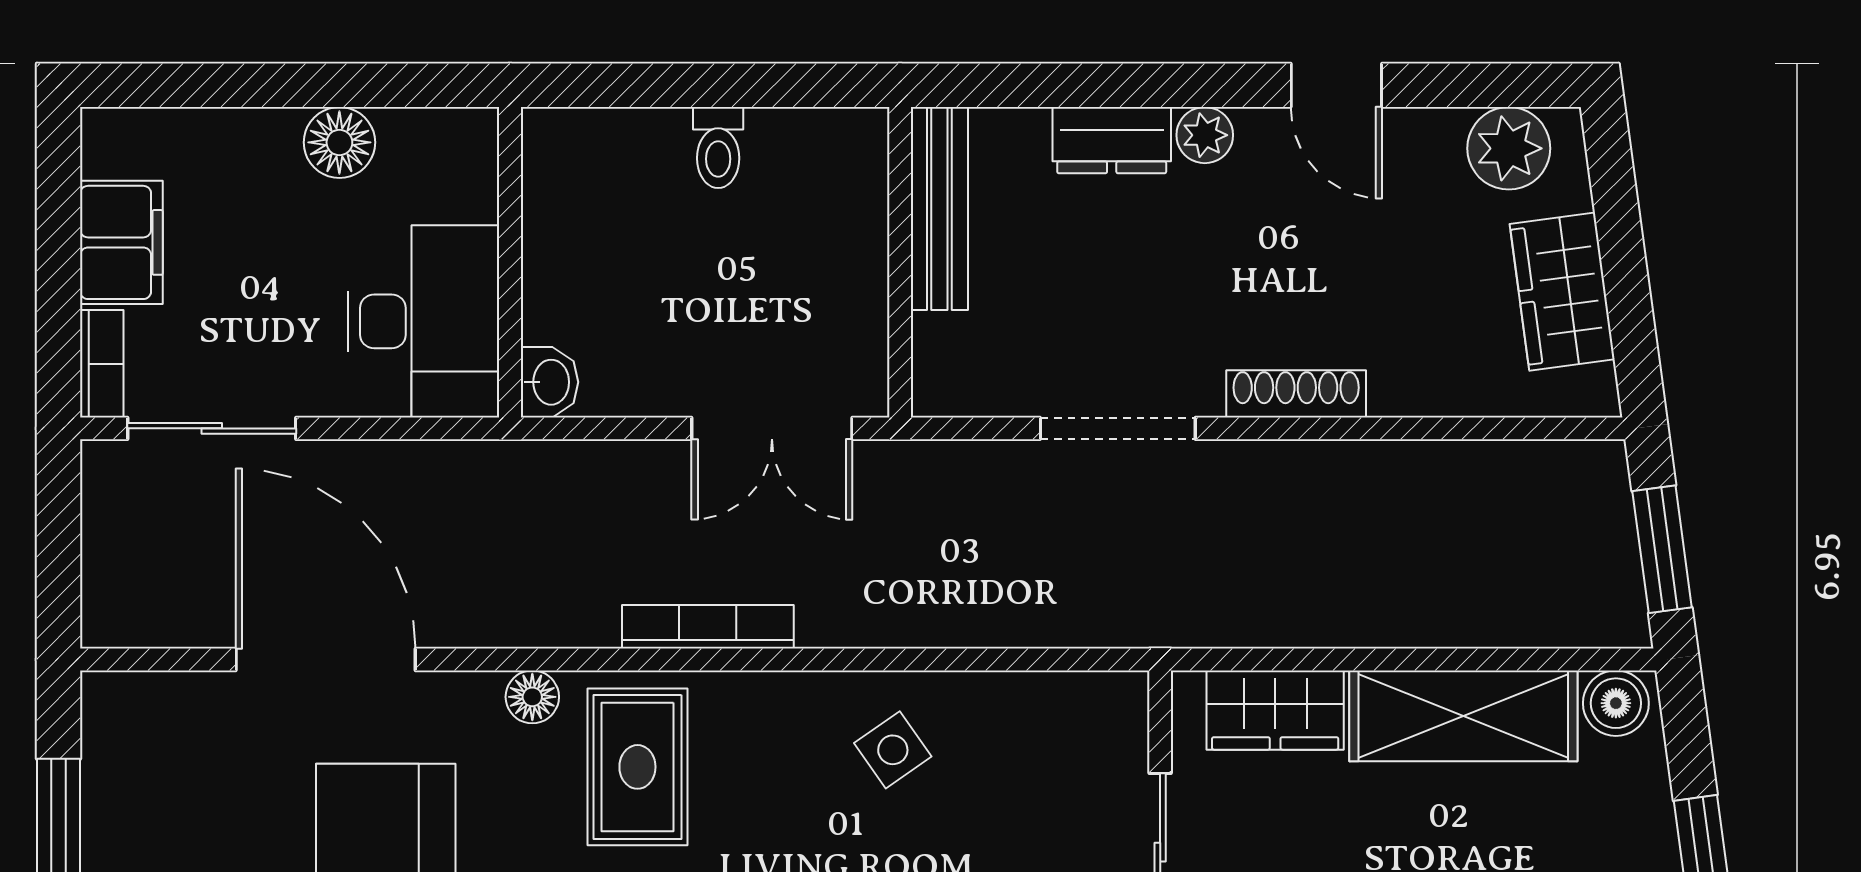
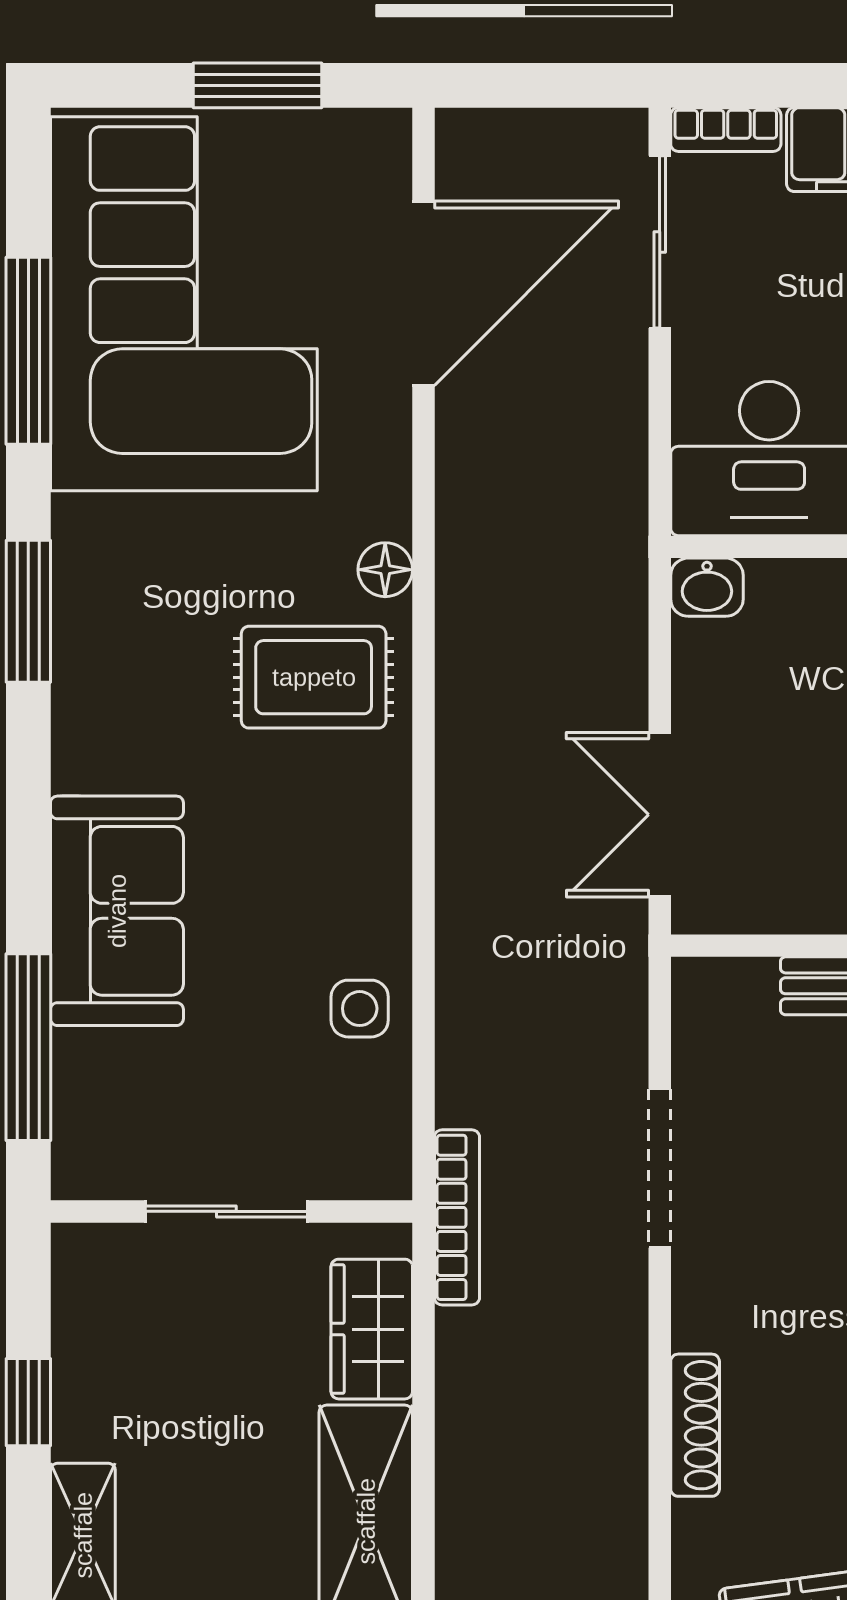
shoe rack: (1296, 394) -> (695, 1425), moved
bookcase: (708, 627) -> (457, 1217), moved
door: (326, 660) -> (423, 293), moved
side table: (893, 750) -> (360, 1009), moved, turned 35

